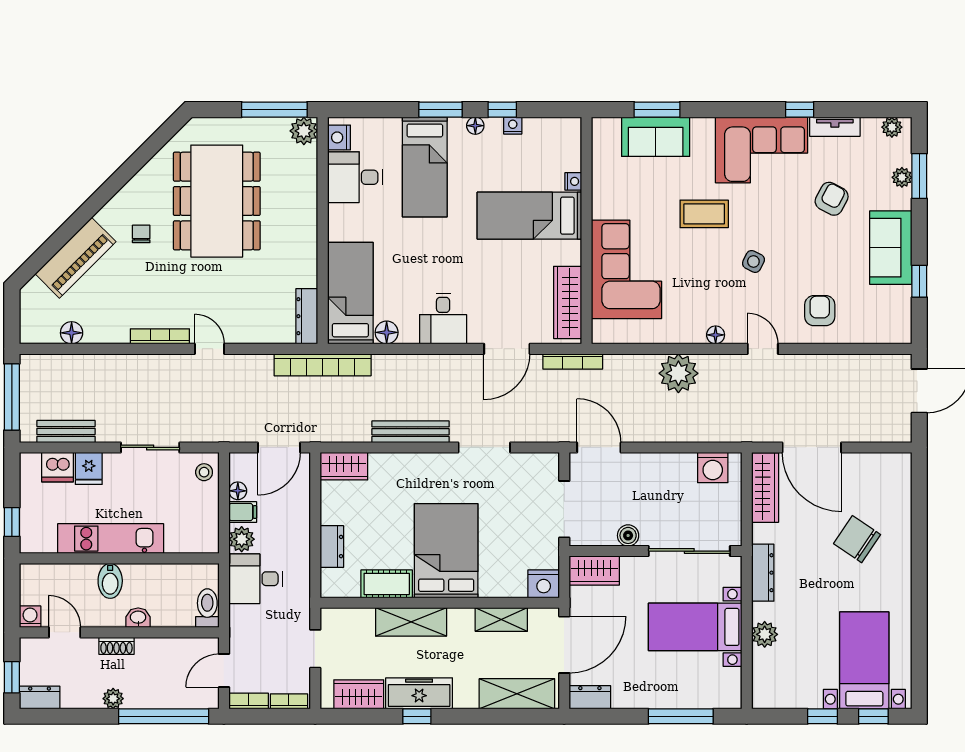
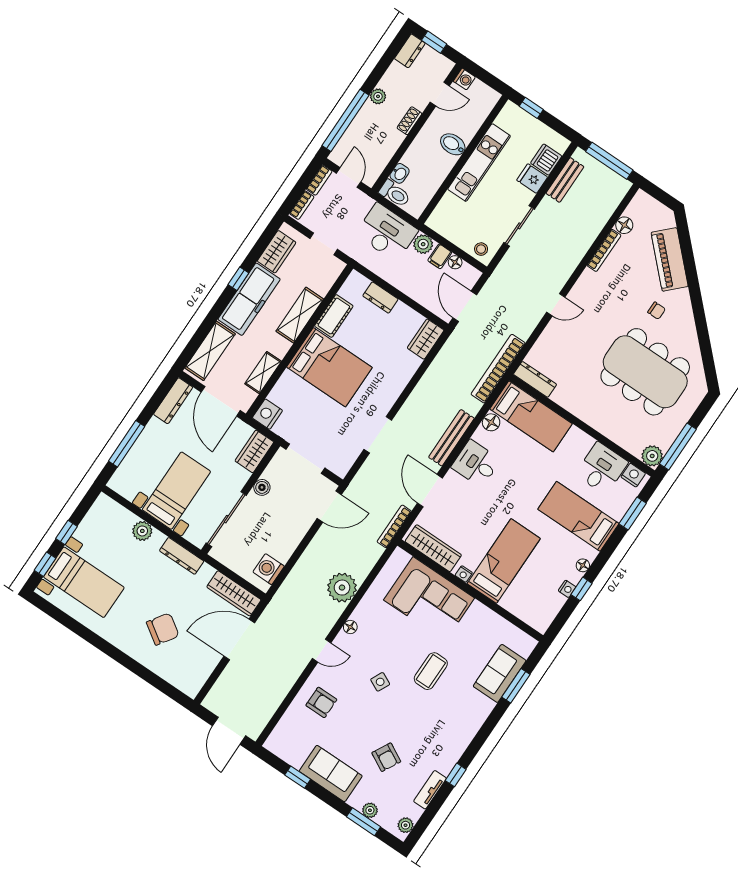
window: (441, 110) -> (633, 513), moved
corner sofa: (761, 150) -> (447, 734), removed
nightstand: (573, 181) -> (464, 574), moved
bookcase: (160, 336) -> (604, 250), moved
bench: (411, 432) -> (451, 438), moved
desk: (256, 579) -> (387, 232), width x1.37
washbasin: (138, 618) -> (400, 173), moved
freezer: (419, 693) -> (249, 299), width x1.36, depth x1.26
dresser: (590, 697) -> (173, 401), width x1.44

